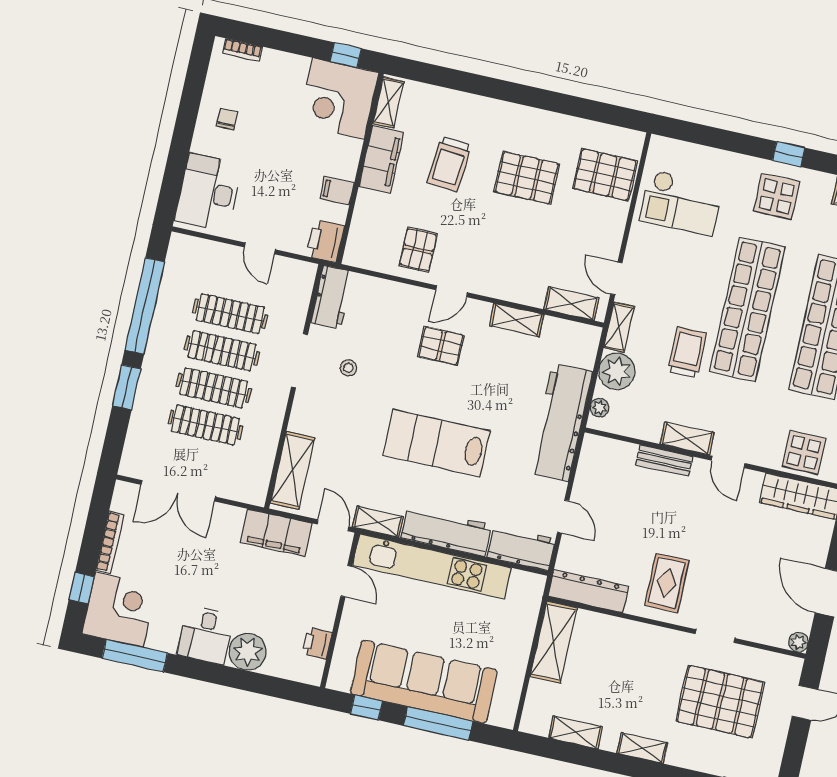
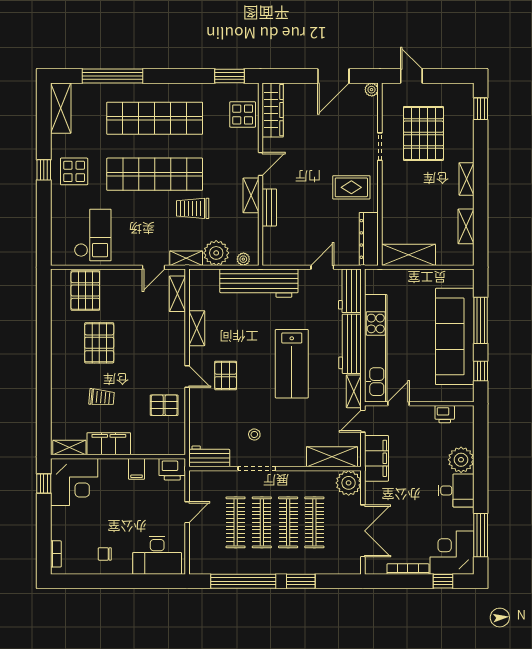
trolley: (449, 164) -> (102, 397), width x0.73, depth x0.72
plant: (250, 486) -> (349, 483), added

